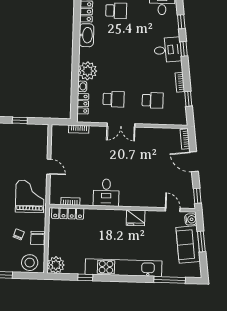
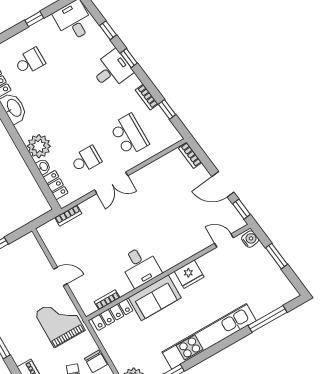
school desk: (153, 100) -> (129, 135), width x1.85
door: (194, 162) -> (223, 184), moved
sofa: (188, 244) -> (155, 298), moved, turned -83

